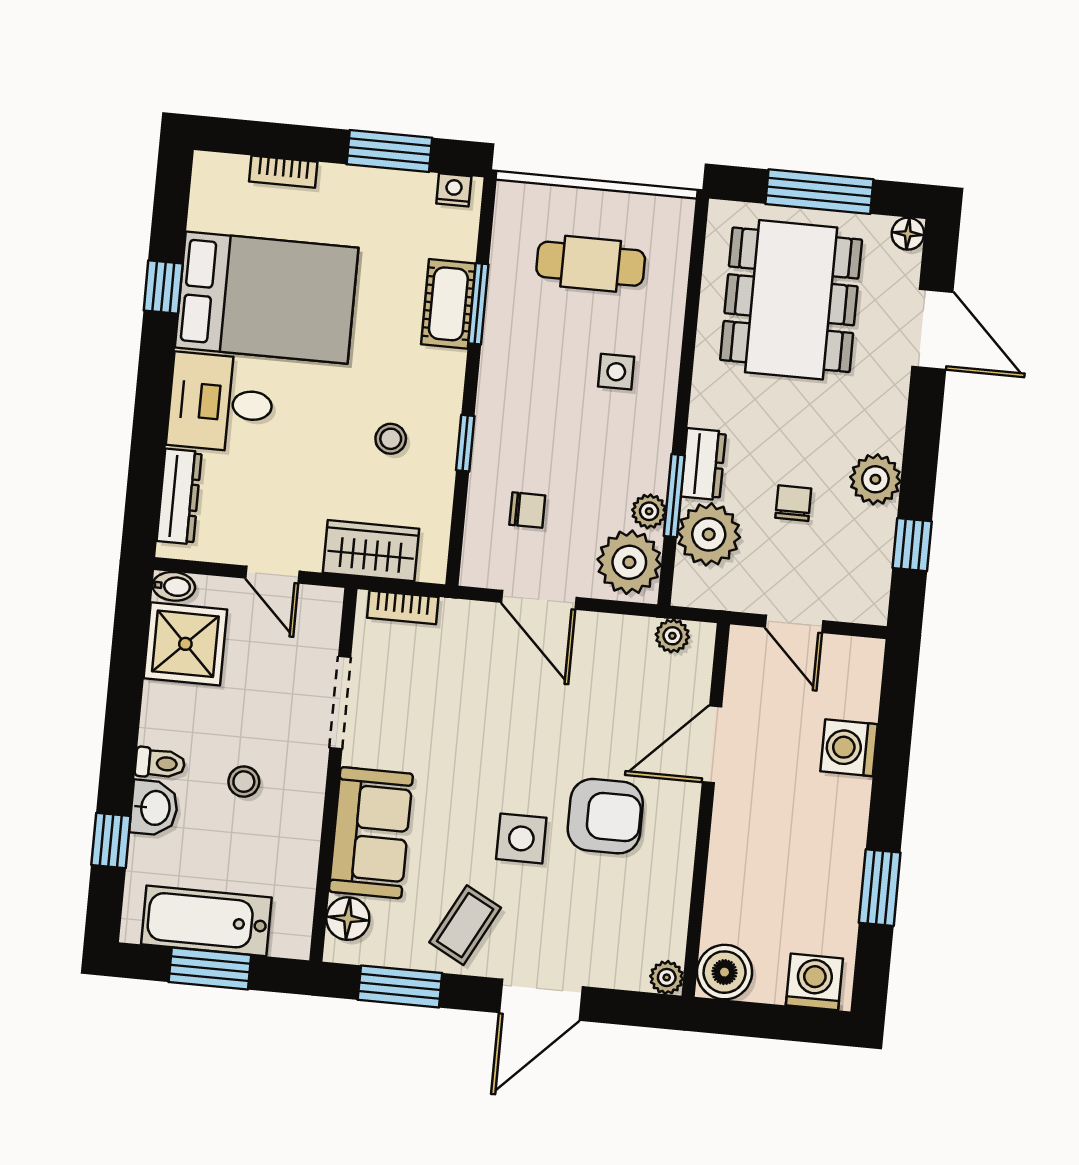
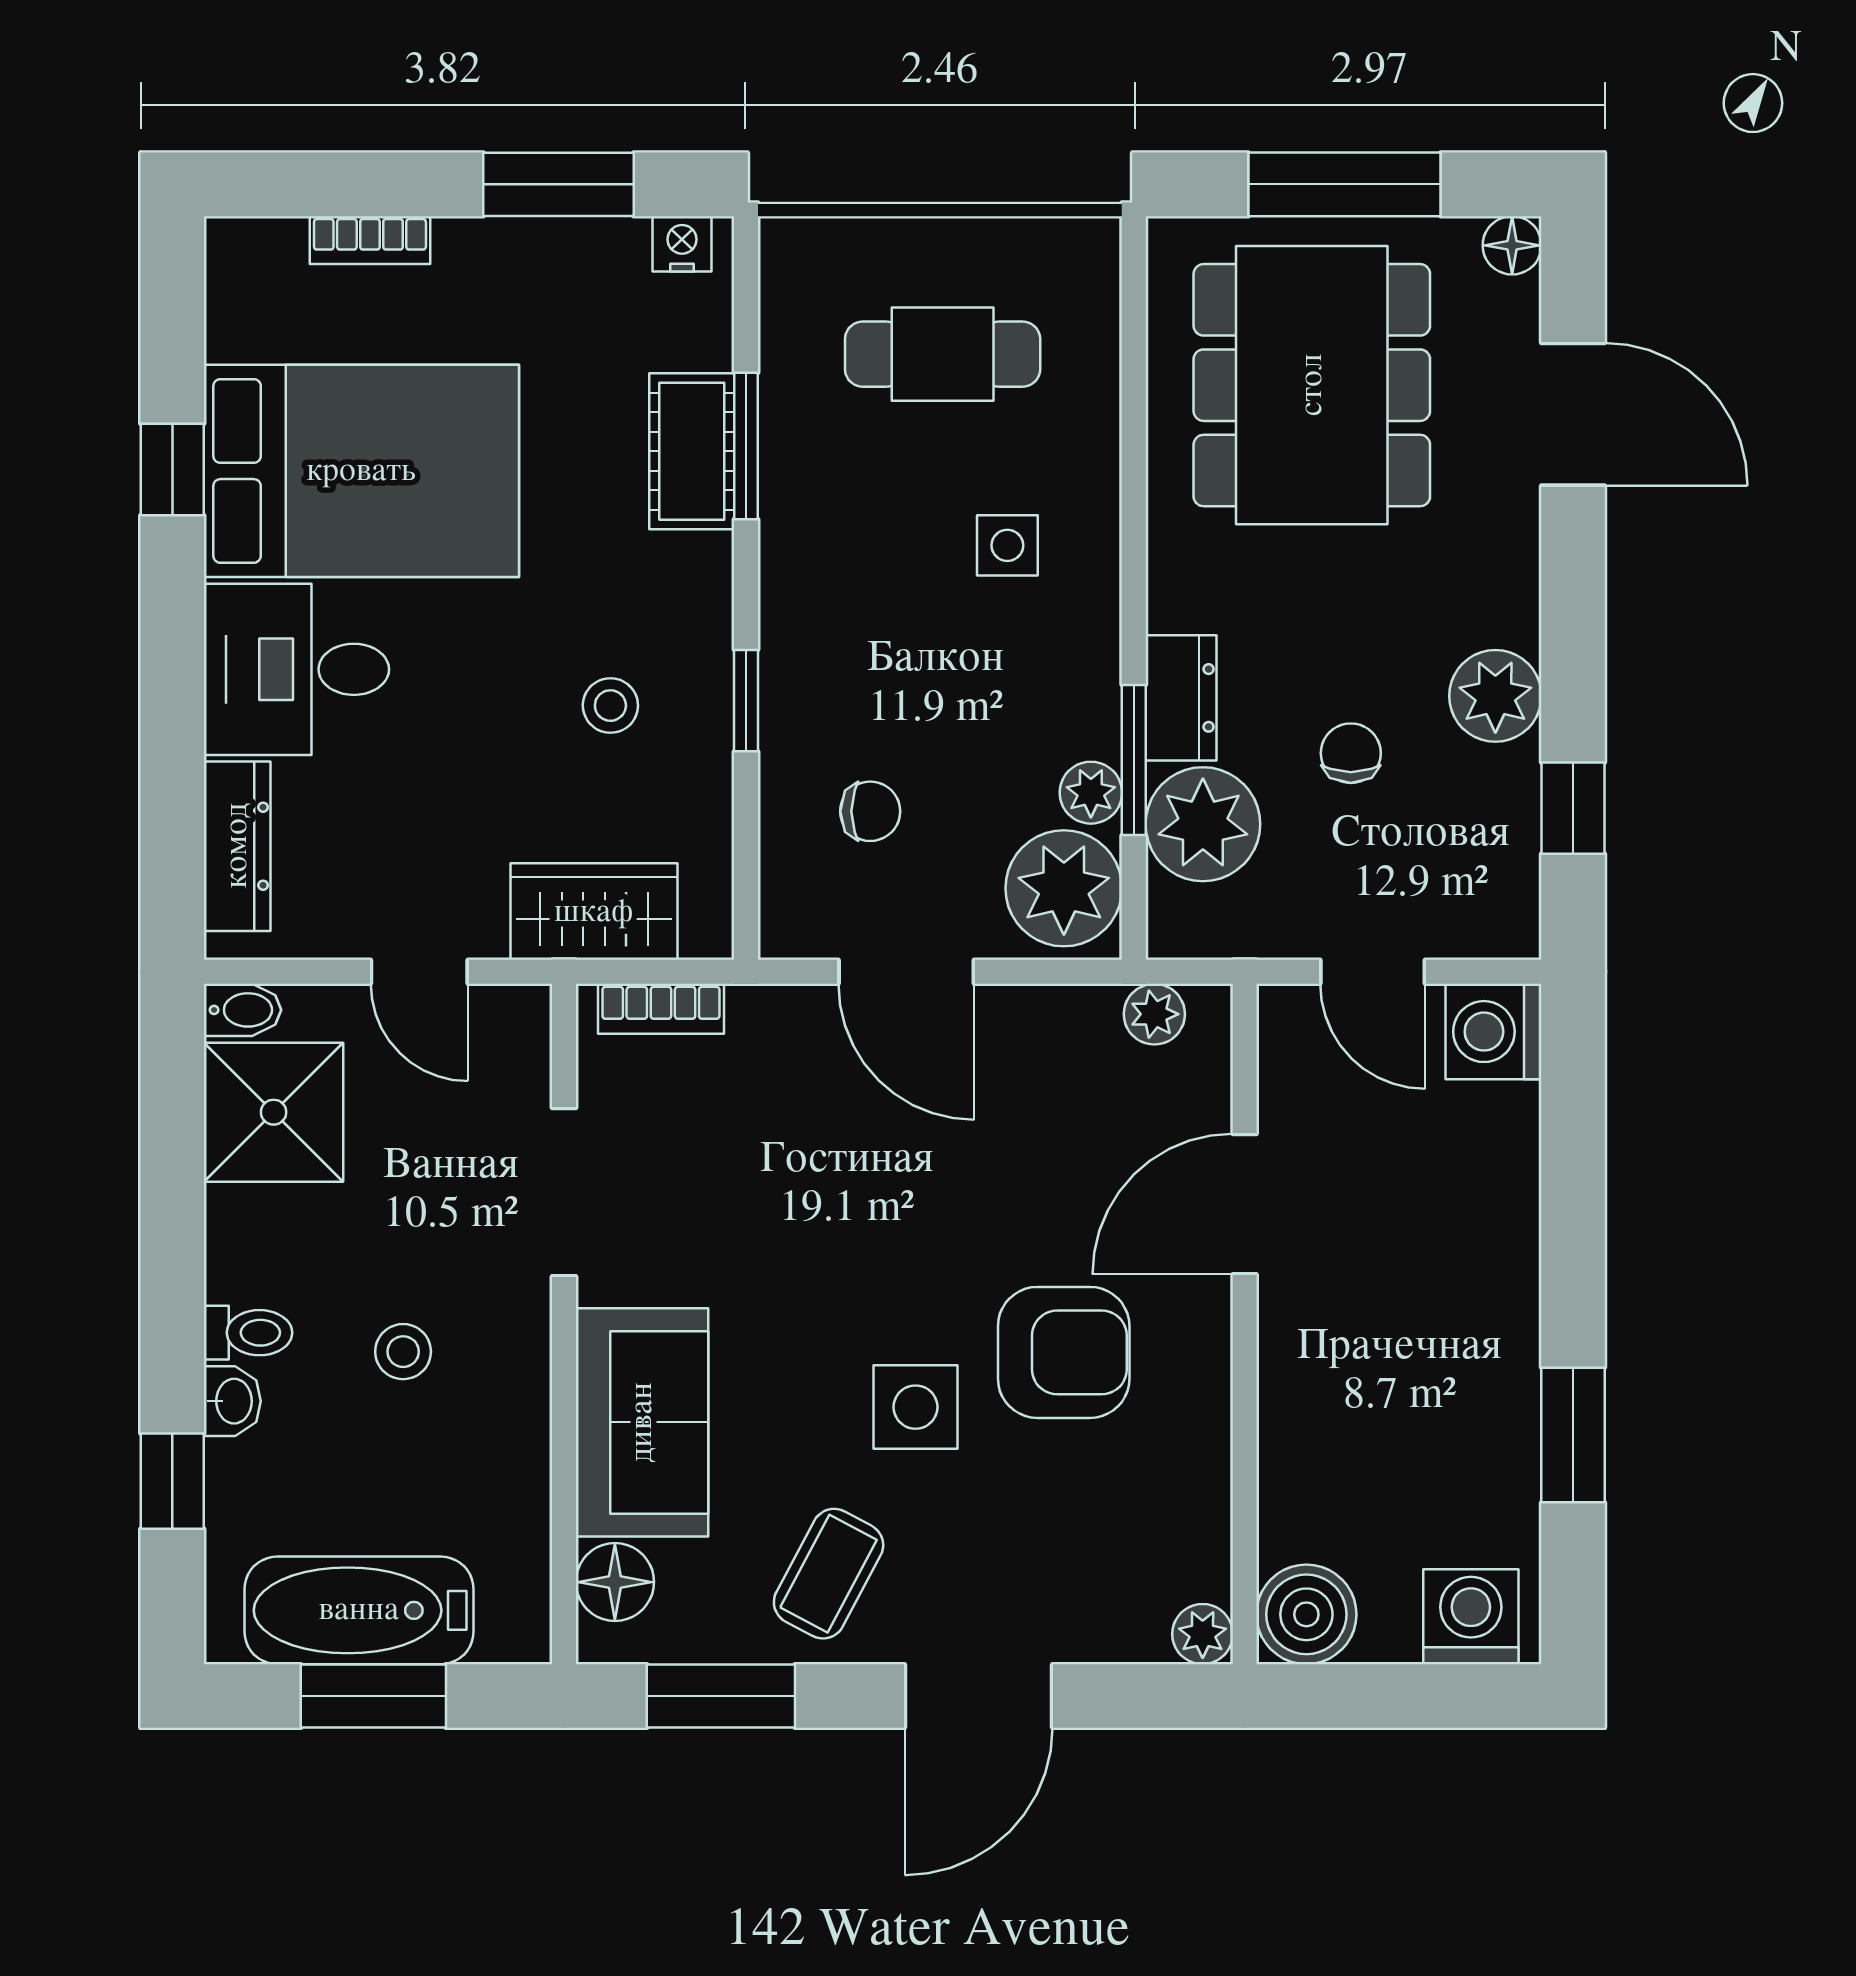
washing machine: (849, 748) -> (1494, 1032), moved
washbasin: (154, 808) -> (232, 1401), width x0.72, depth x0.69

